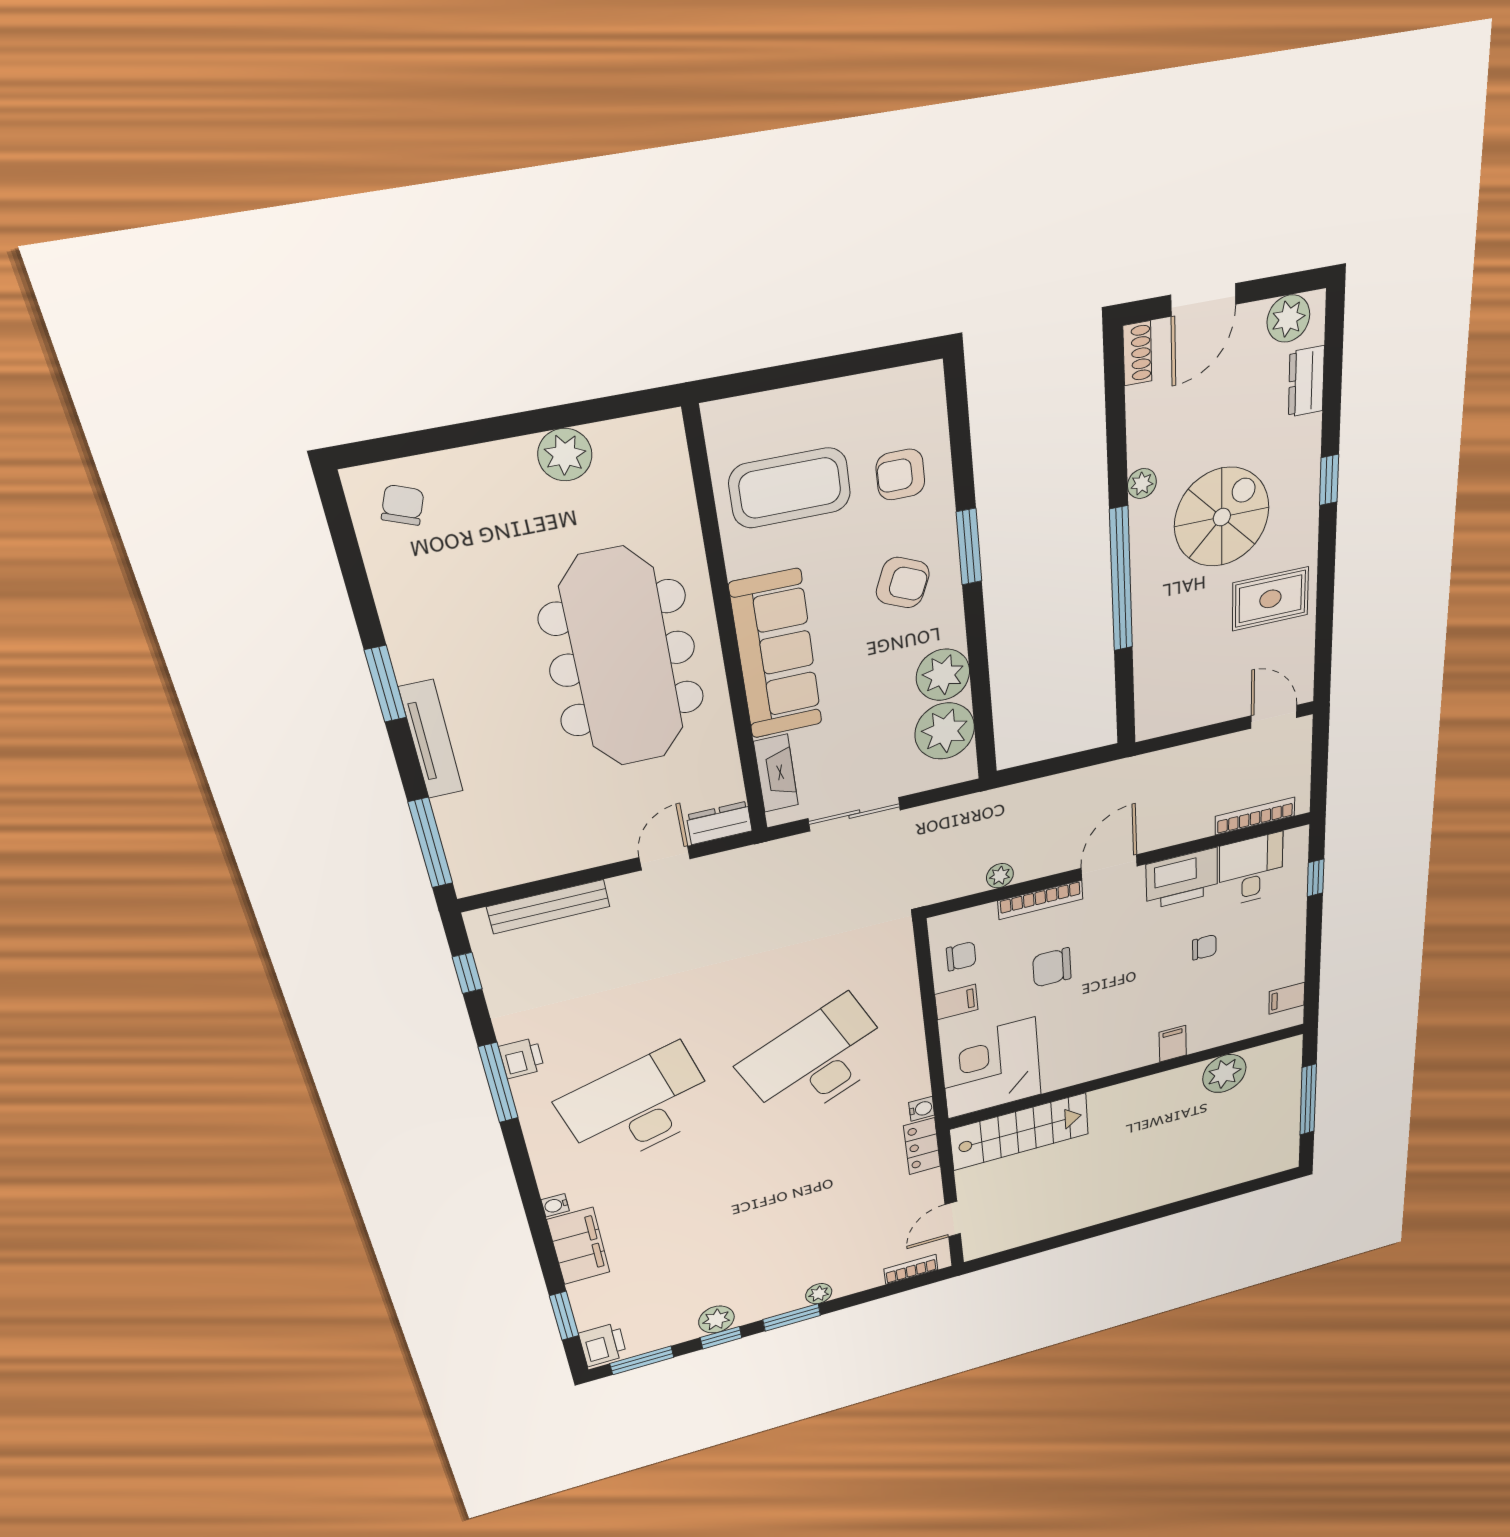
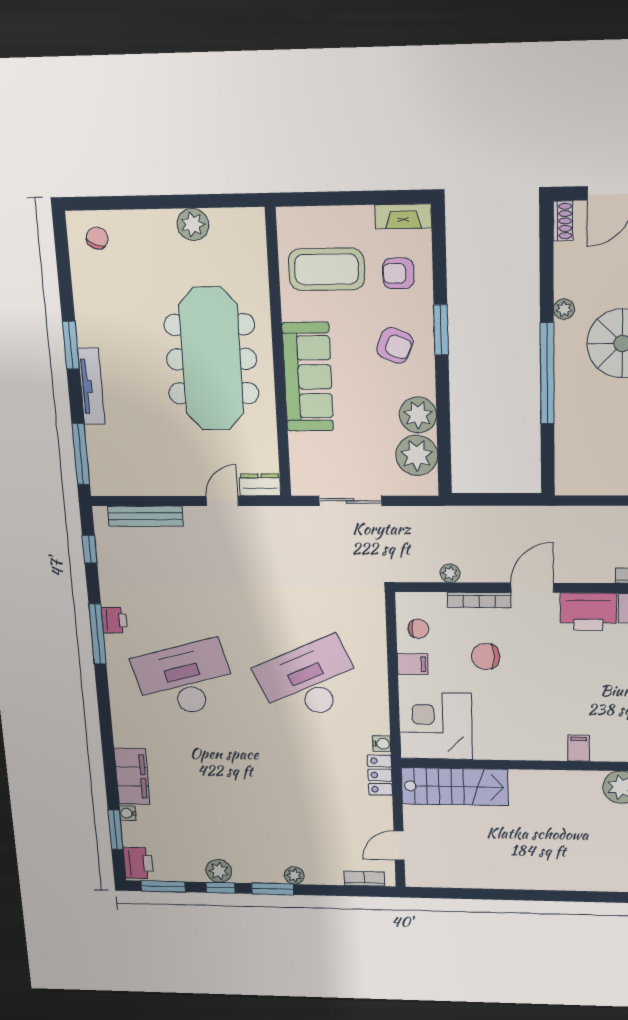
fireplace: (776, 773) -> (403, 216), moved, turned 90
chair: (1204, 947) -> (606, 673), removed
water cooler: (555, 1205) -> (128, 813), moved

